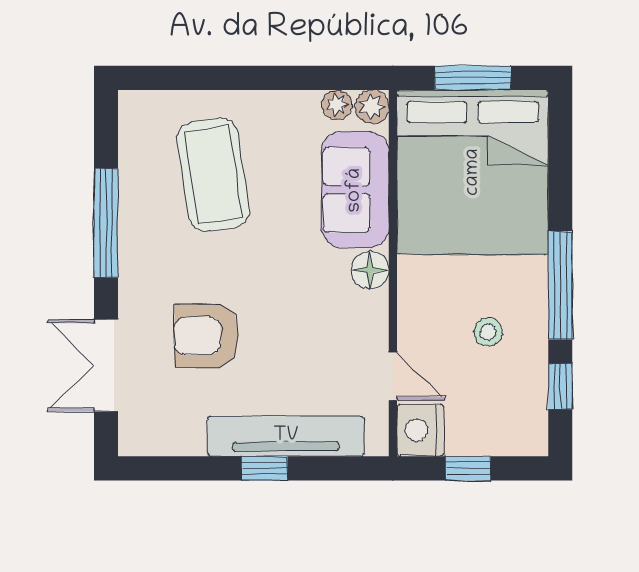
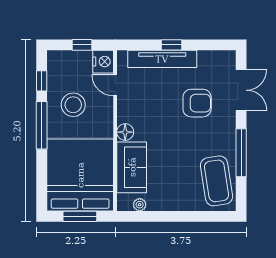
plant: (372, 107) -> (124, 204), removed
coffee table: (213, 175) -> (217, 181), moved
stool: (488, 332) -> (73, 105), width x1.89, depth x1.89

